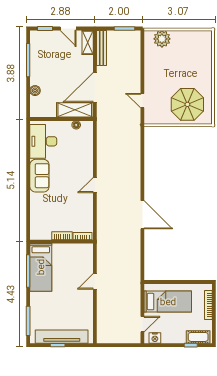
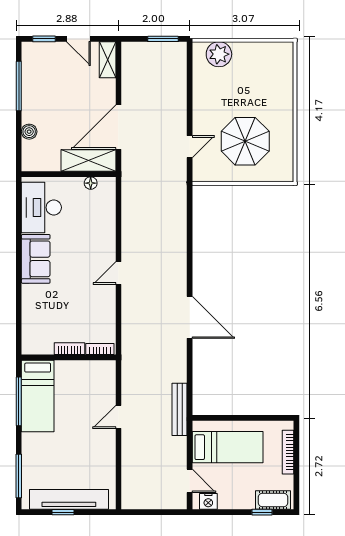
bench: (102, 48) -> (180, 409), moved
door: (142, 101) -> (190, 147), swing flipped
parasol: (187, 104) -> (245, 141), moved
door: (142, 324) -> (190, 481), hinge flipped

